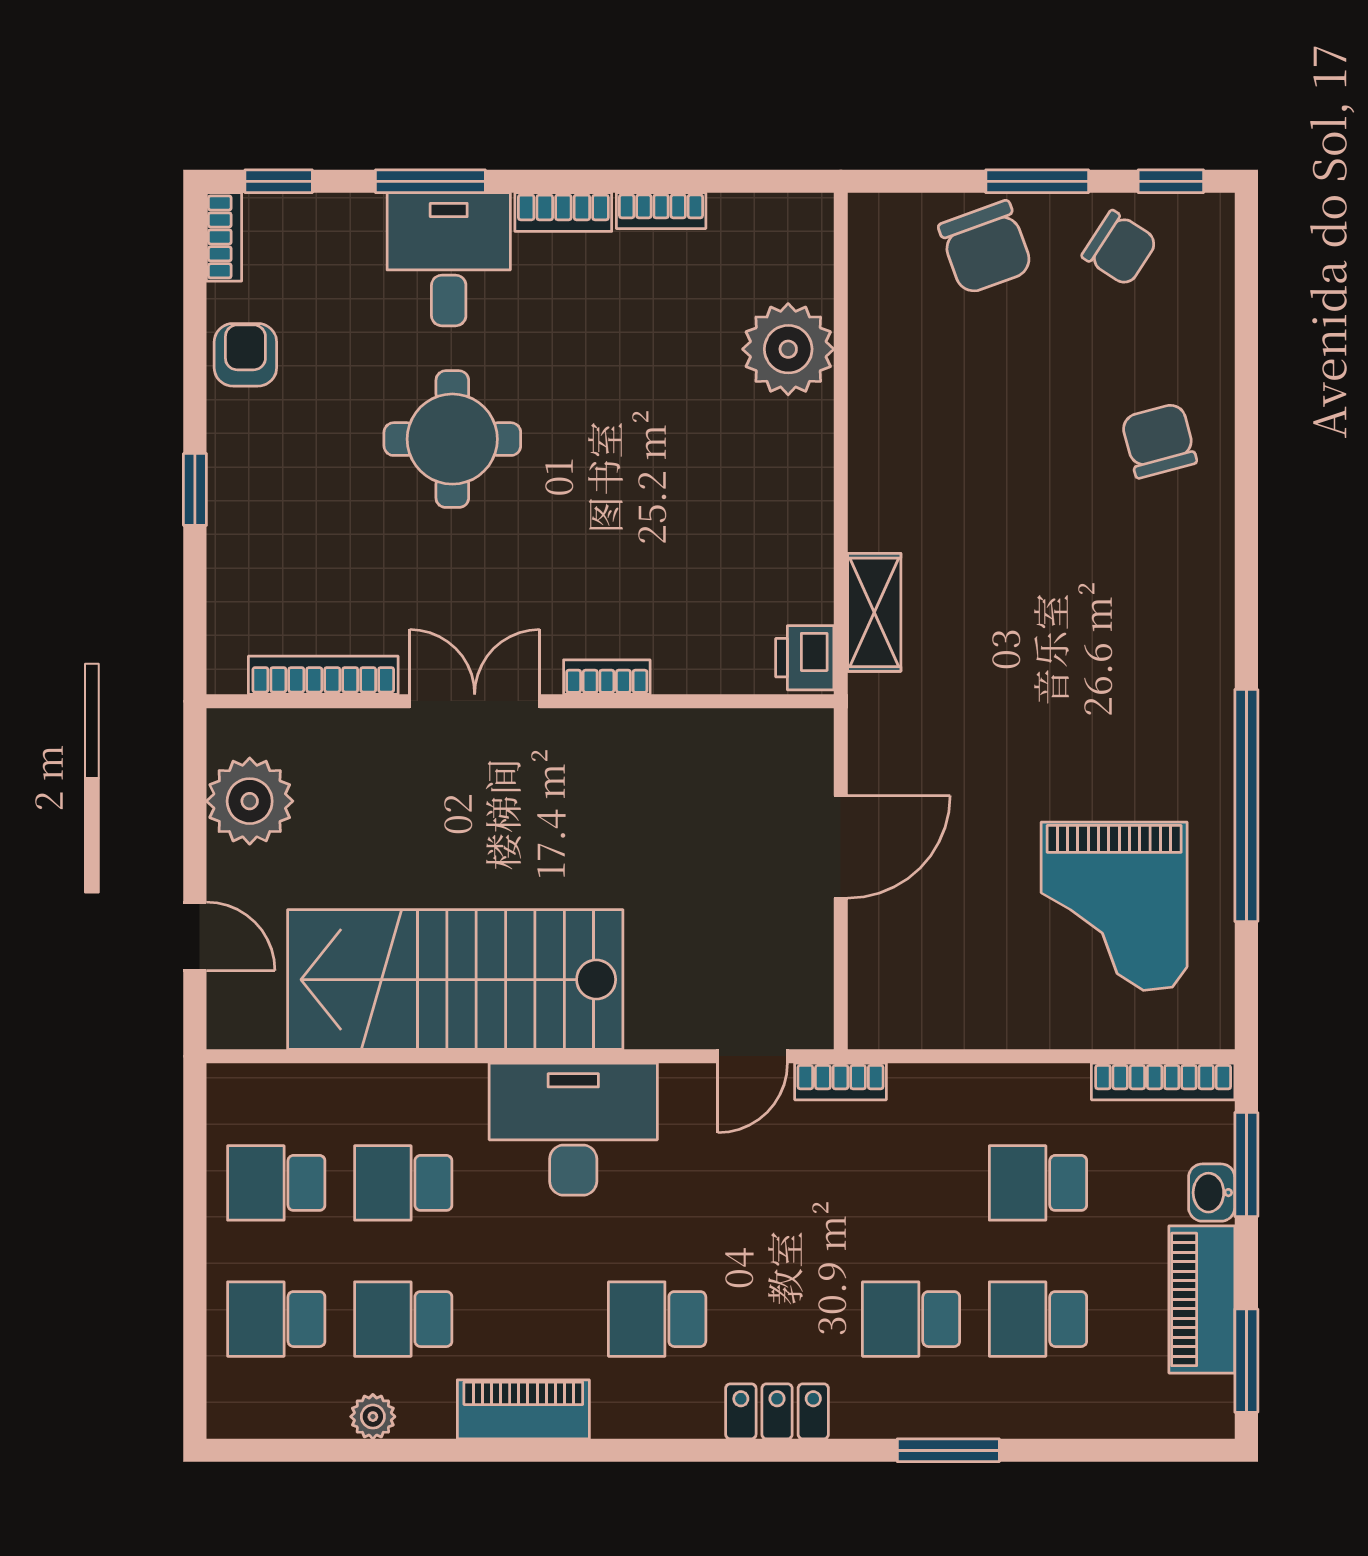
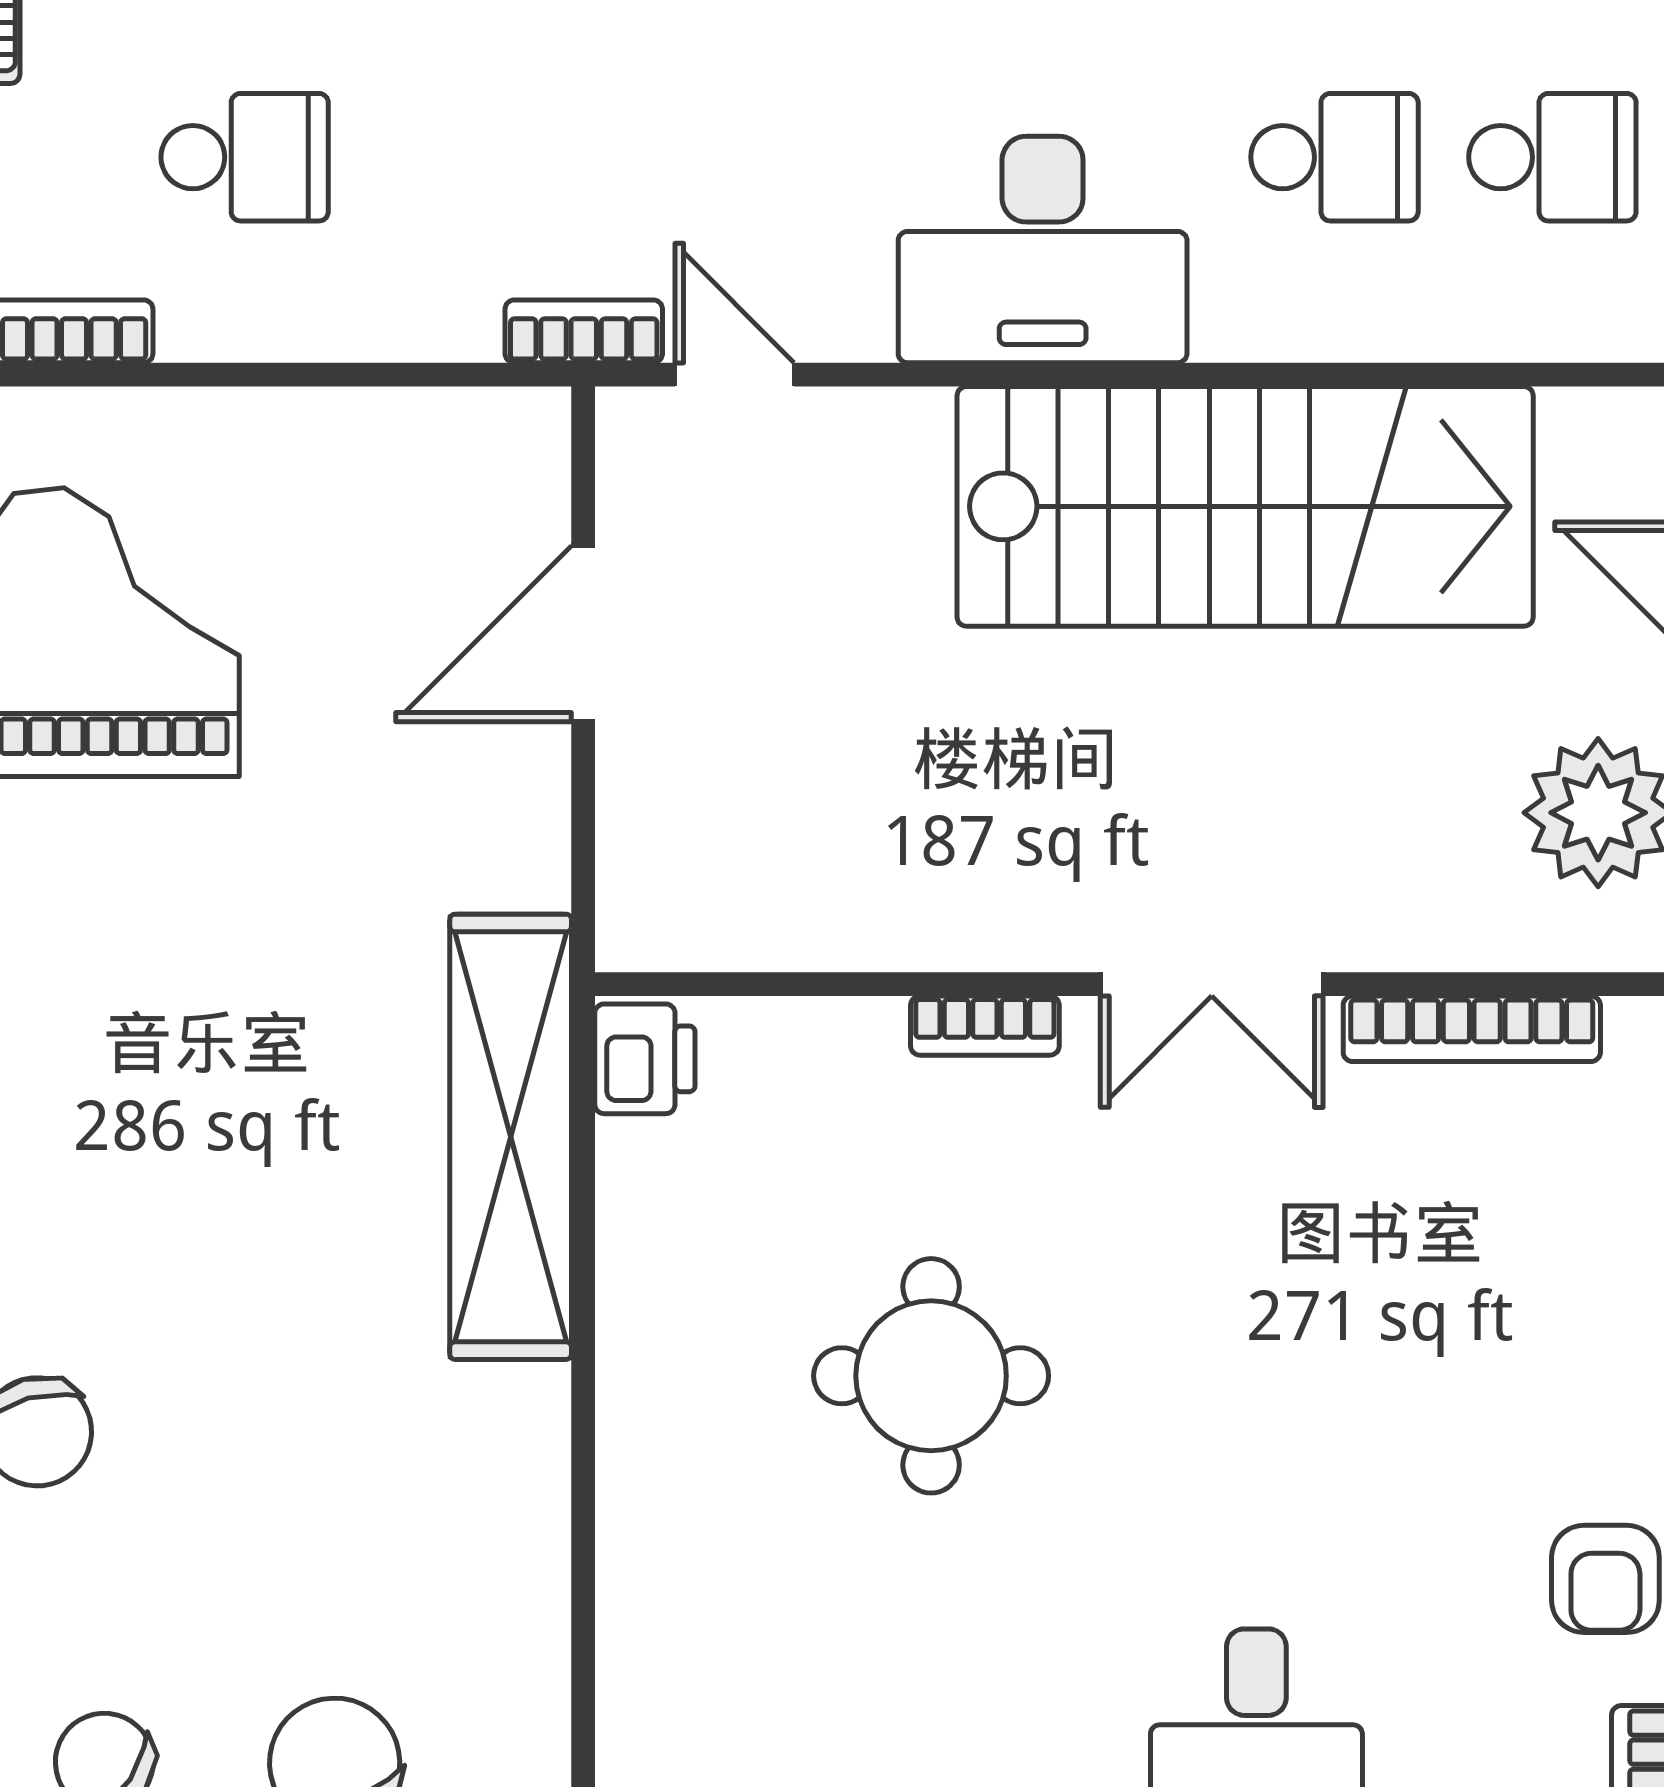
plant: (788, 349) -> (673, 1589), removed
round table: (452, 439) -> (931, 1376), moved
shelving: (874, 612) -> (511, 1137), width x2.20, depth x1.33
door: (841, 847) -> (583, 634), moved
door: (753, 1056) -> (735, 375), hinge flipped

